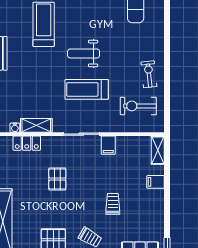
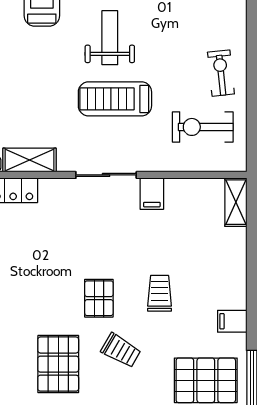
weight bench: (84, 53) -> (110, 38), turned 90
pallet: (57, 179) -> (99, 298), moved
filing cabinet: (156, 182) -> (232, 321), moved

